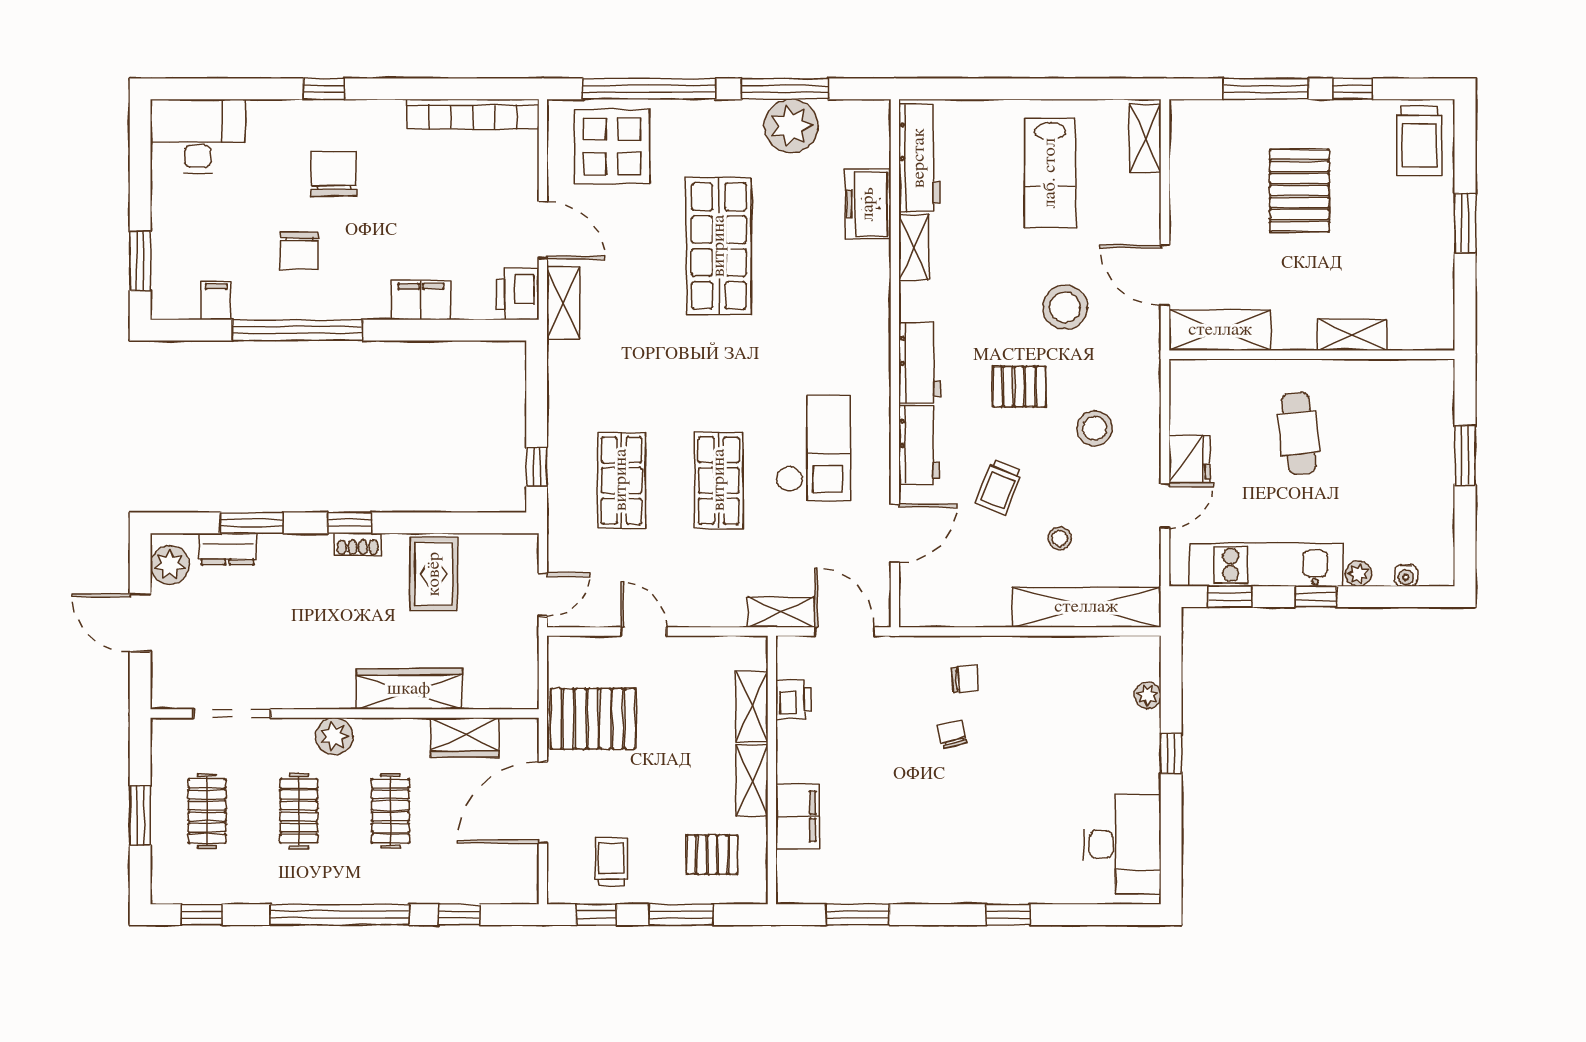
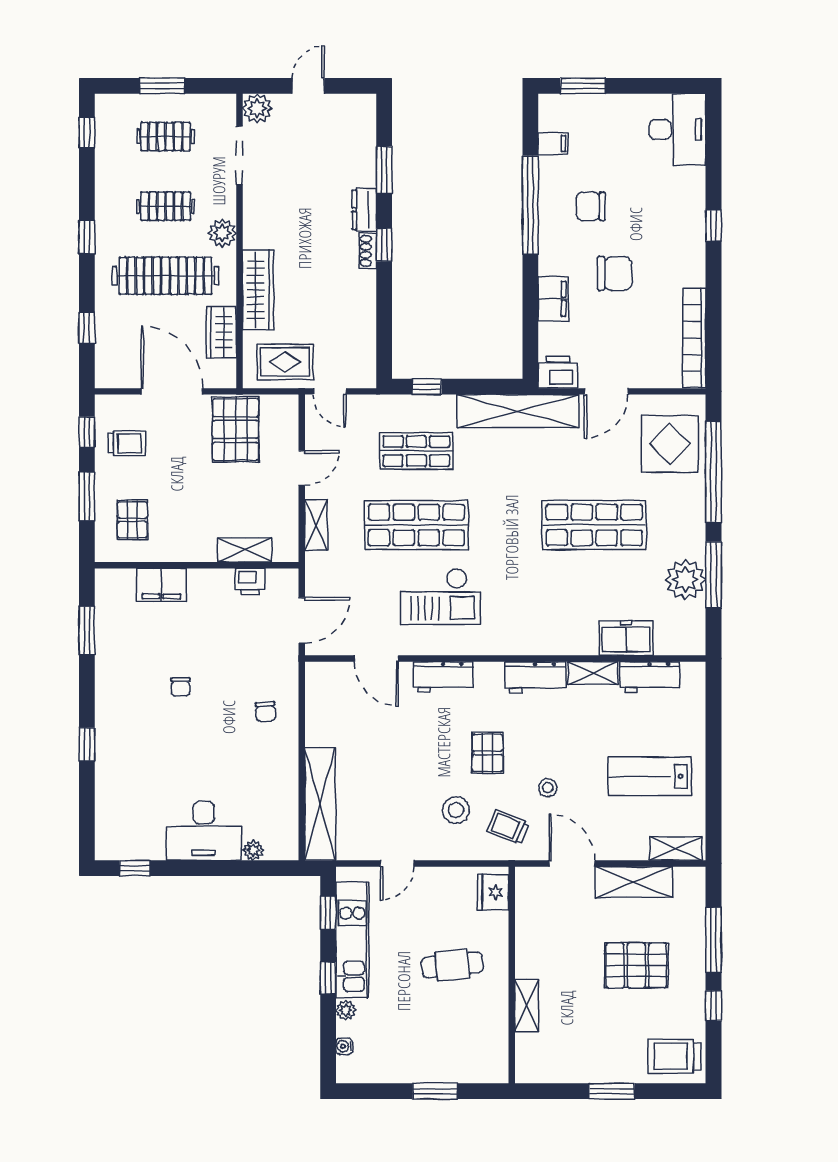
workbench: (919, 158) -> (650, 677), width x0.73
chair: (334, 174) -> (615, 273), moved
door: (1165, 275) -> (572, 863), hinge flipped
shelving: (563, 303) -> (518, 411), width x2.20, depth x1.33
stool: (1065, 307) -> (548, 788), width x0.53, depth x0.53
shelving: (1220, 330) -> (634, 882), moved, turned 90
workbench: (920, 363) -> (535, 677), moved
fridge: (1189, 459) -> (493, 892), moved, turned 90
shop shelf: (719, 480) -> (416, 525), width x1.43, depth x1.36
trolley: (999, 487) -> (508, 827), moved
door: (1165, 506) -> (397, 863), hinge flipped
stool: (1060, 538) -> (372, 784), removed
dresser: (228, 549) -> (364, 210), moved
plant: (170, 565) -> (257, 108), moved
rug: (434, 574) -> (285, 362), moved
shelving: (781, 612) -> (316, 525), moved
door: (140, 623) -> (308, 86), width x0.73
chair: (952, 734) -> (181, 687), moved, turned 104
window: (1171, 753) -> (135, 868), moved
shelving: (752, 780) -> (189, 550), removed
clothes rail: (390, 811) -> (165, 276), width x1.86, depth x1.31
desk: (1122, 844) -> (204, 831), moved
window: (339, 915) -> (87, 237), width x0.32

